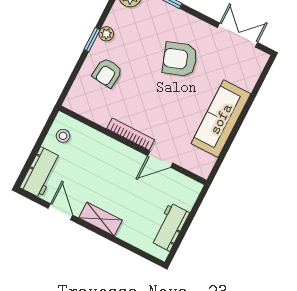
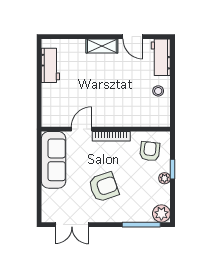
bookcase: (131, 134) -> (111, 136), moved
wall: (133, 145) -> (106, 129), moved
door: (160, 159) -> (81, 129), moved

